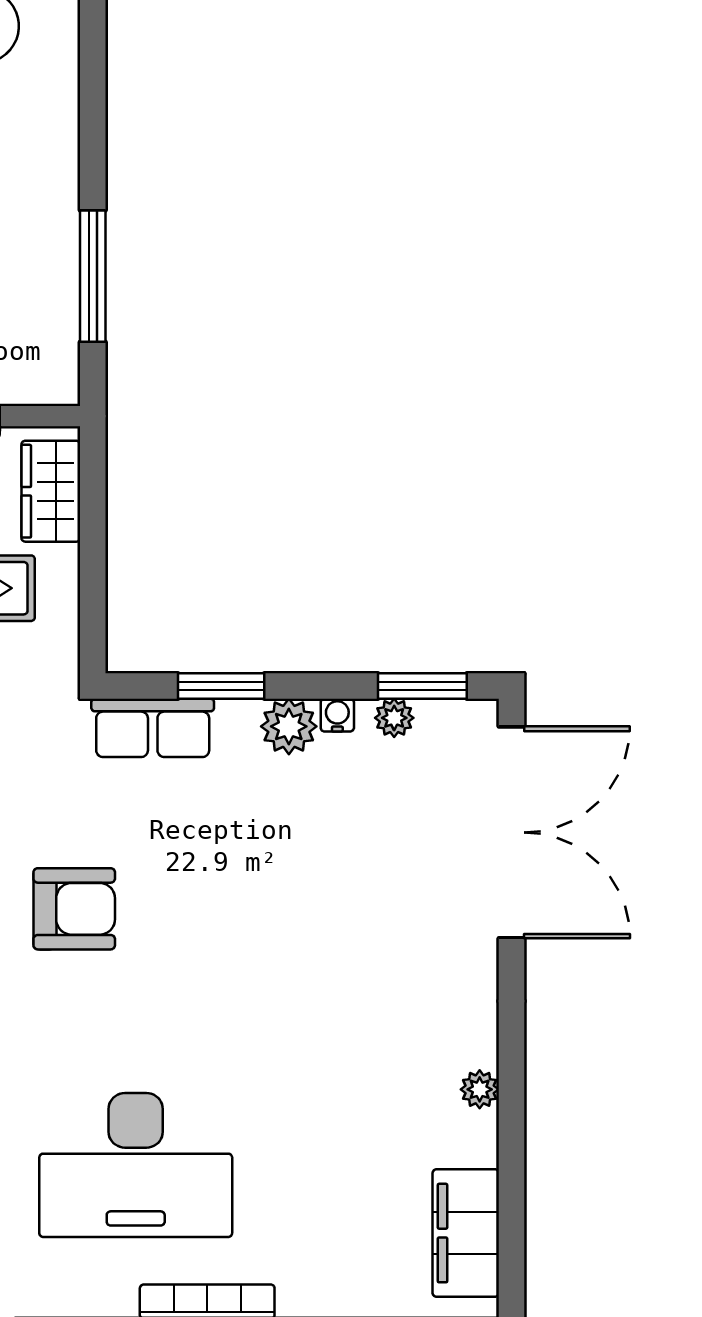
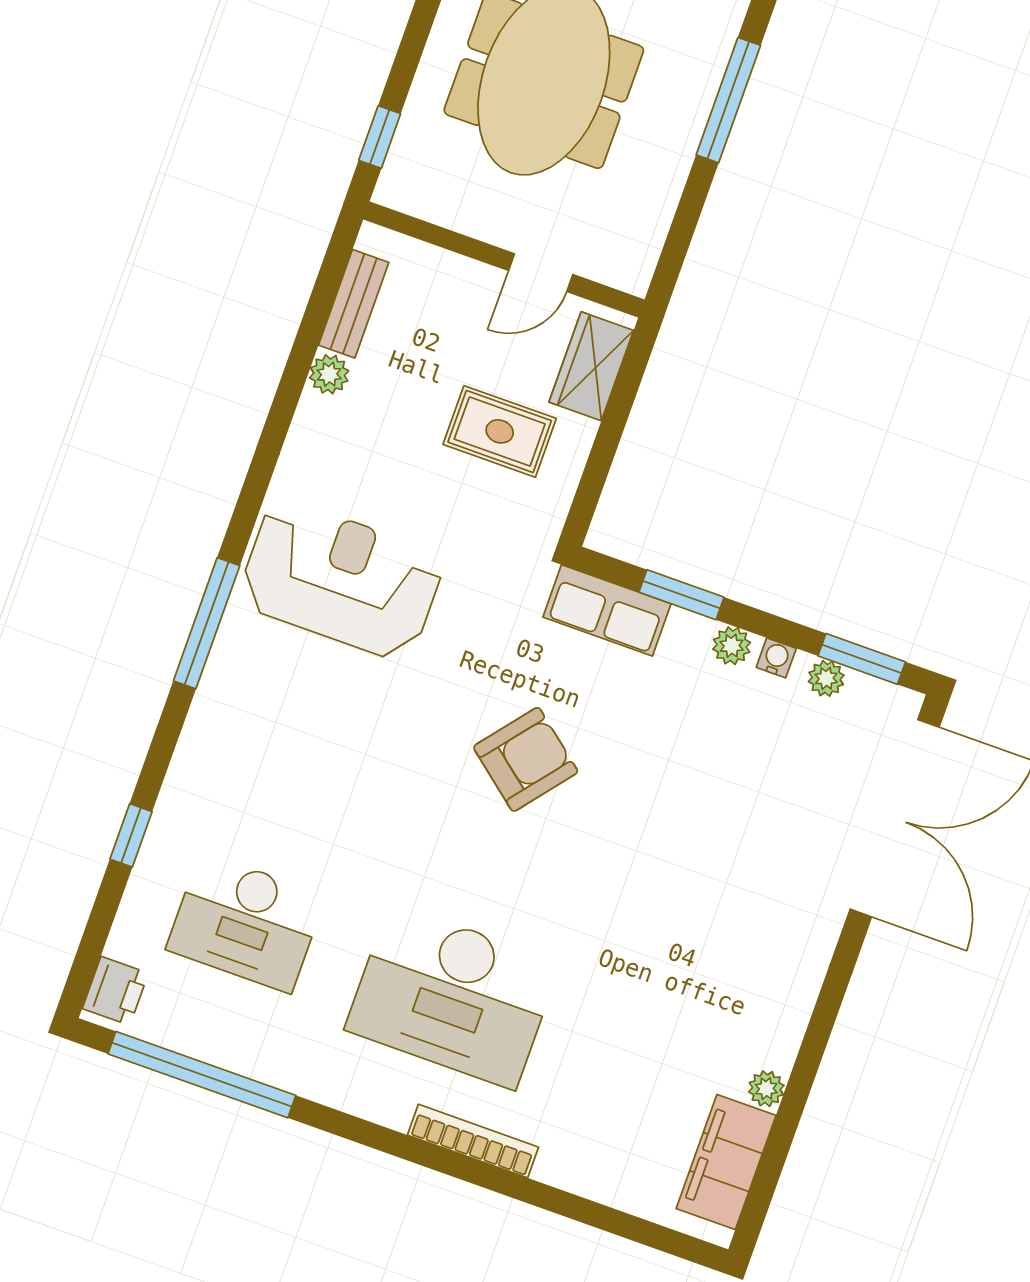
window: (93, 276) -> (728, 100), moved
plant: (289, 726) -> (732, 646), width x0.73, depth x0.73
armchair: (74, 909) -> (526, 759), moved, turned -51
plant: (480, 1089) -> (766, 1089), moved

